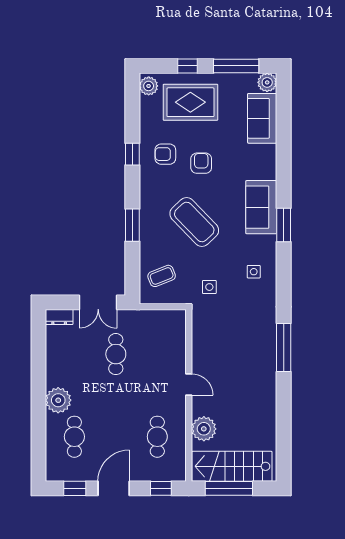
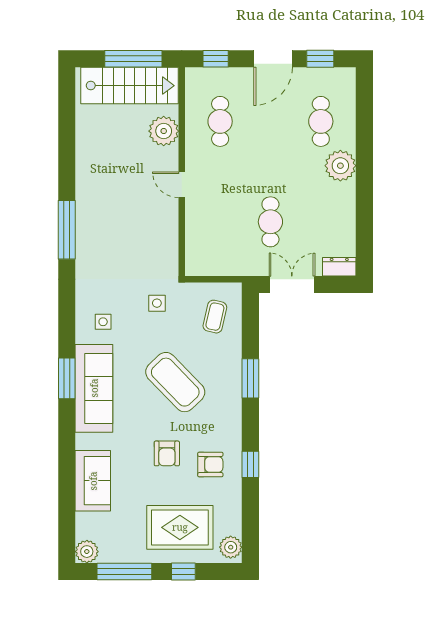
sofa: (262, 118) -> (93, 481), moved
sofa: (261, 207) -> (94, 388), width x1.36
coffee table: (162, 276) -> (215, 317), turned -55

